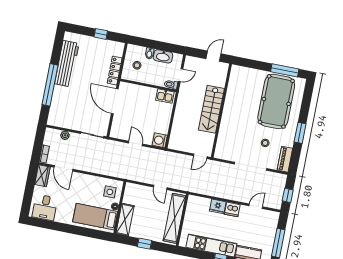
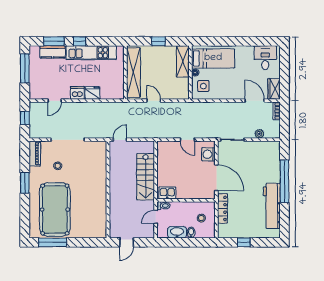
stairs: (211, 109) -> (146, 177), moved, turned 180
washing machine: (160, 140) -> (208, 154), moved, turned 180

